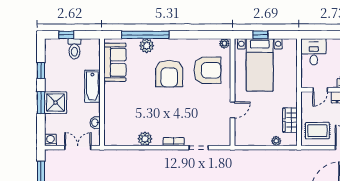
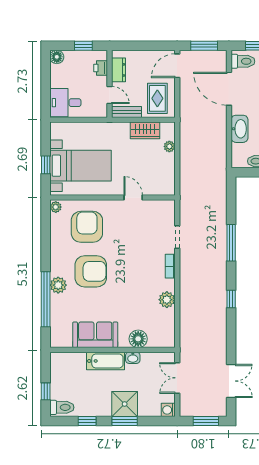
plant: (147, 46) -> (58, 285), moved
toilet: (74, 49) -> (62, 407), moved
sofa: (115, 62) -> (95, 335), moved
bench: (306, 104) -> (127, 112), added
floor lamp: (111, 114) -> (138, 339), added
washbasin: (95, 123) -> (133, 358), moved

